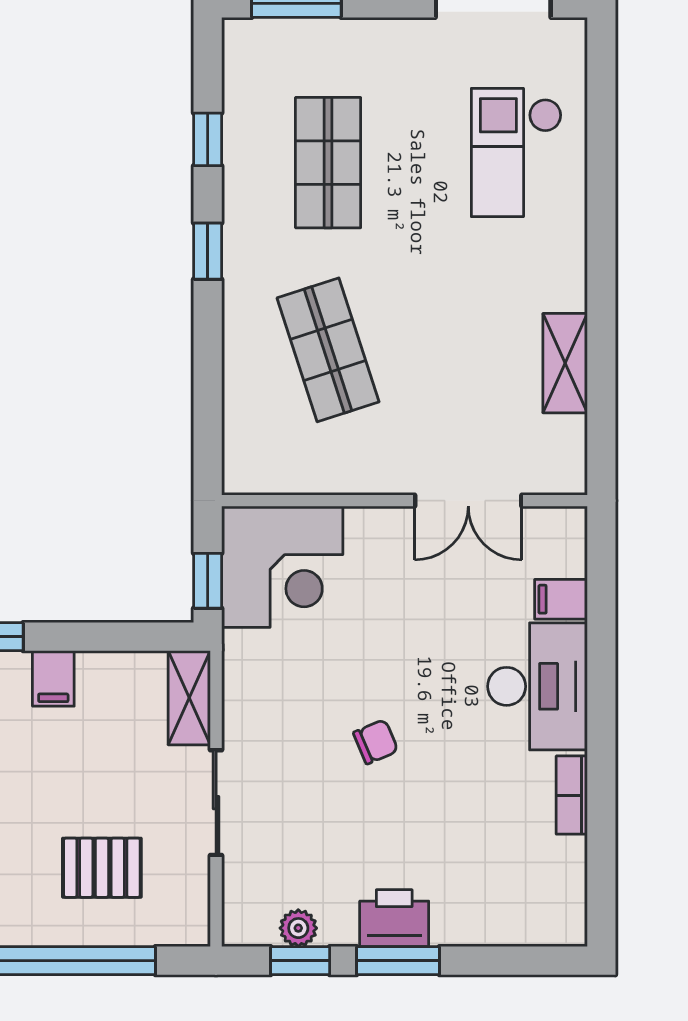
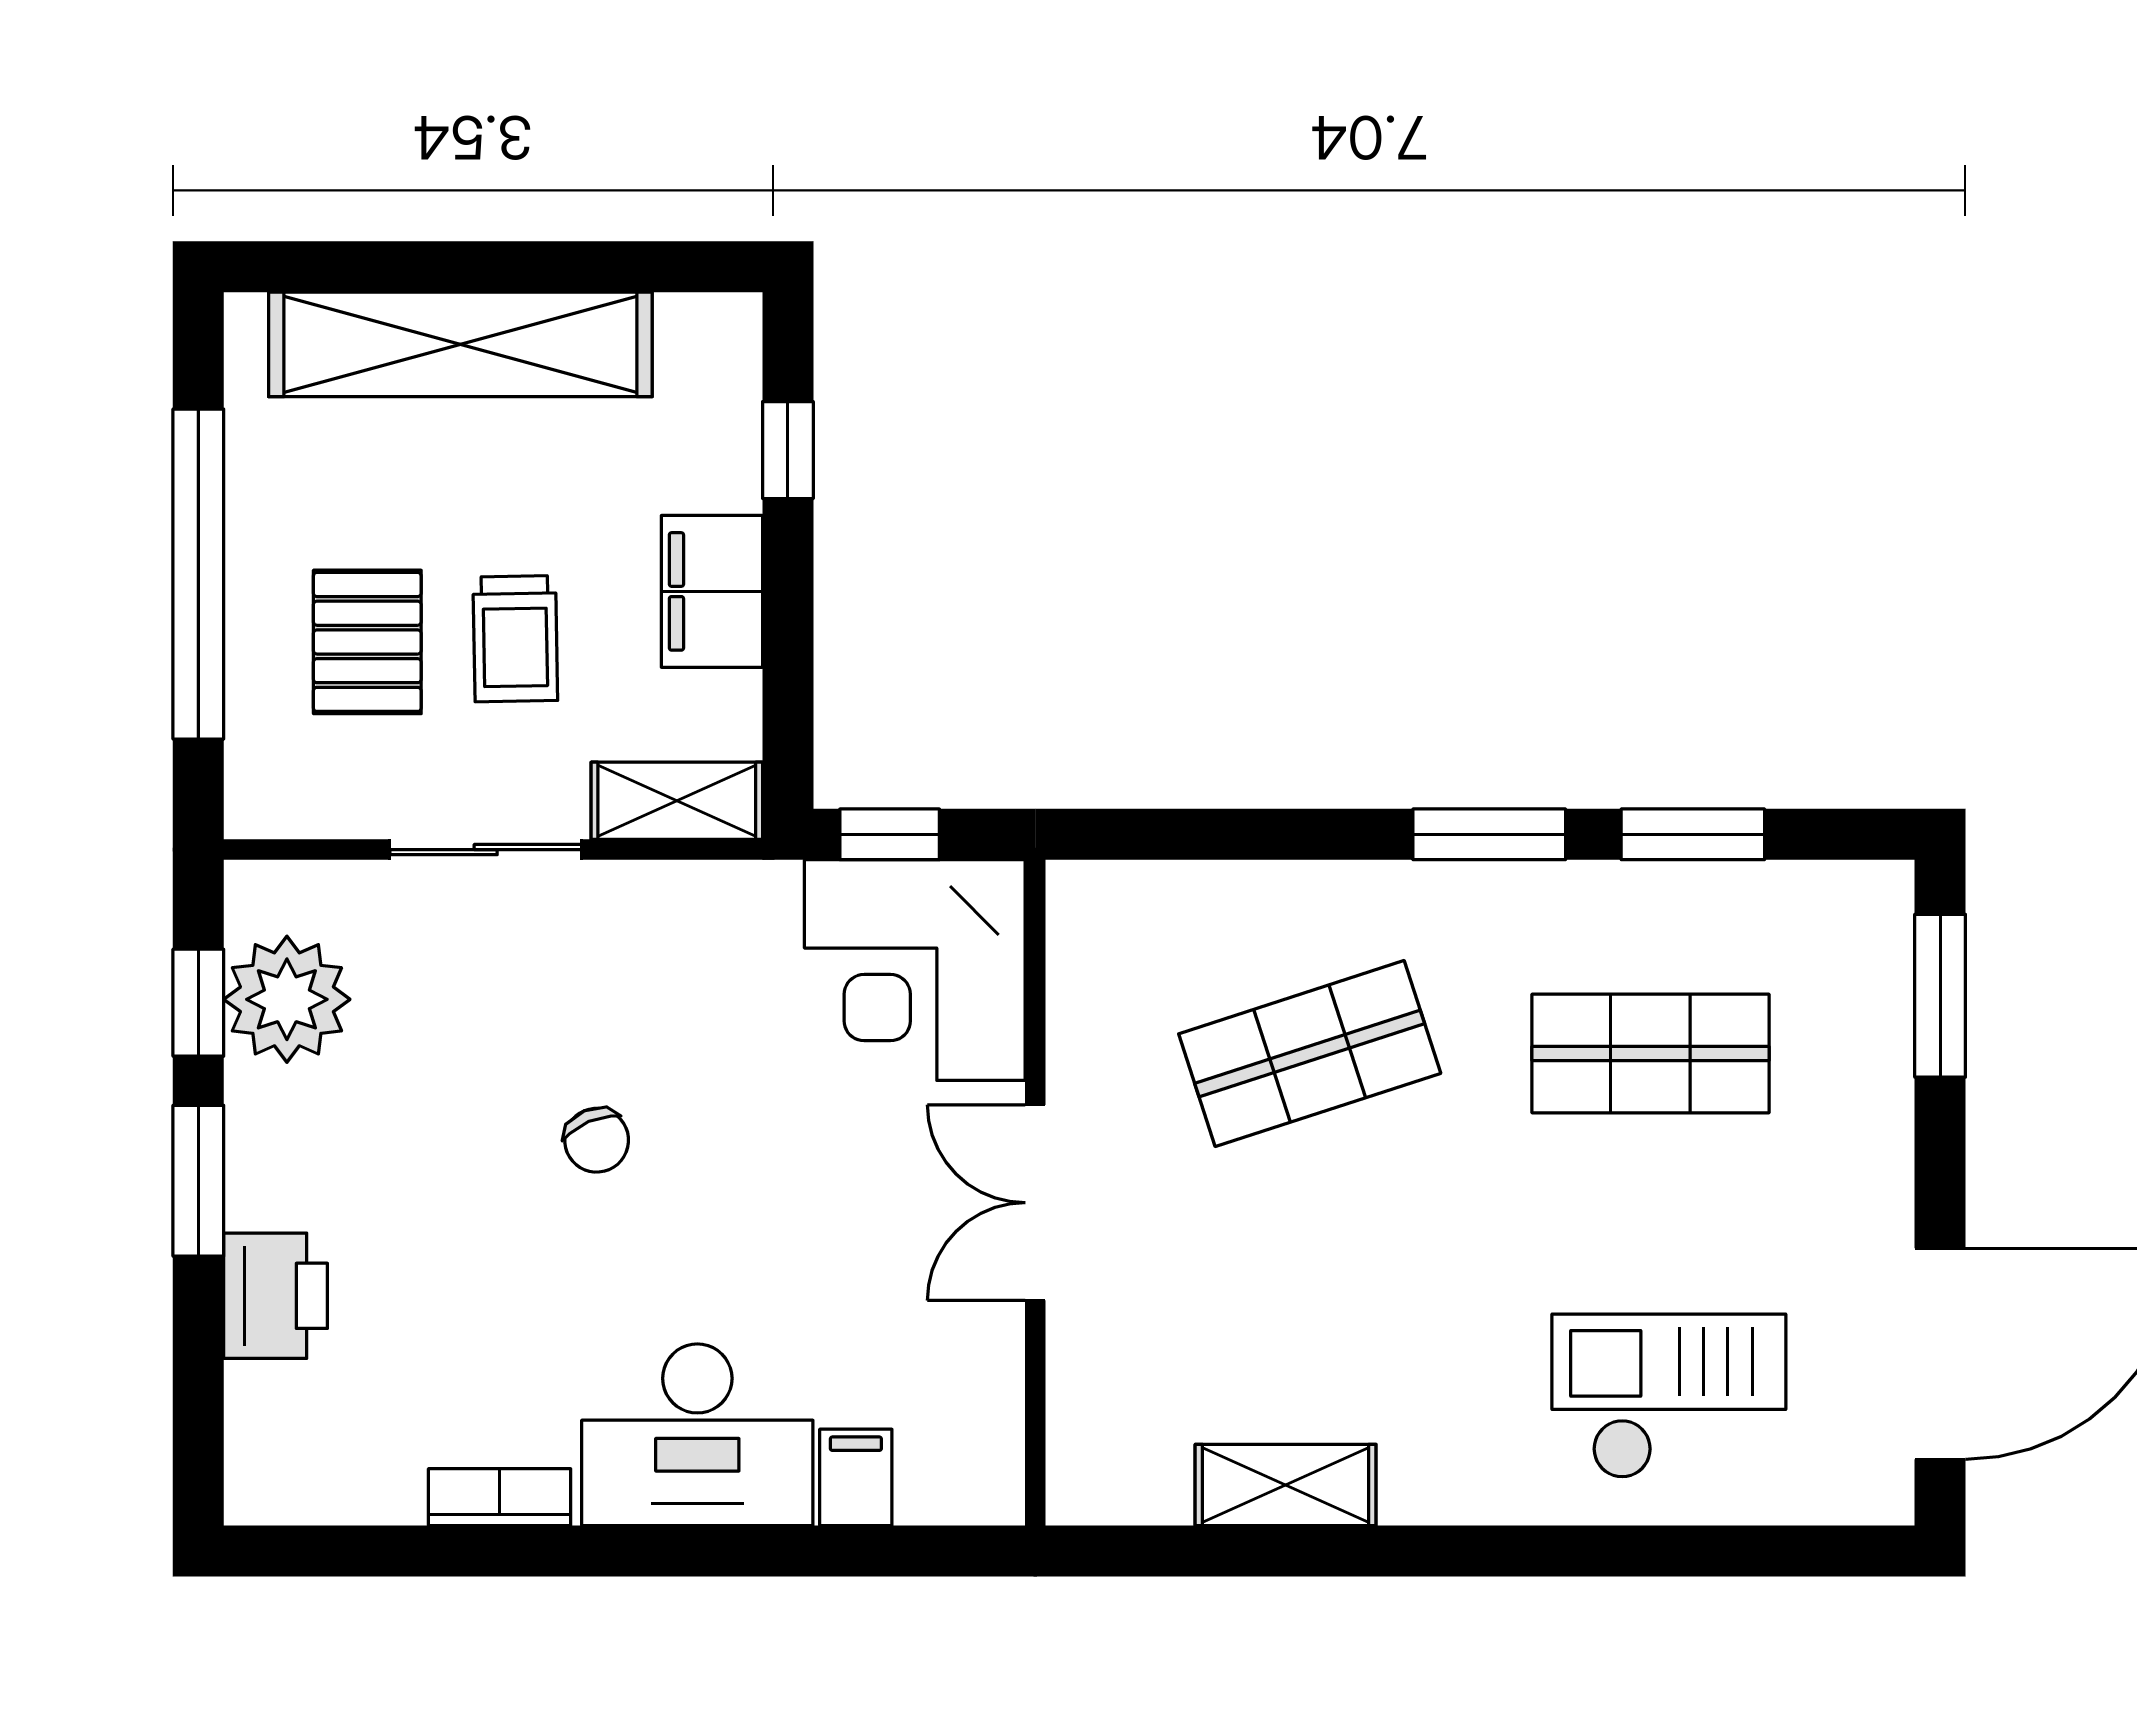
window: (208, 139) -> (1693, 834), width x1.50
window: (208, 251) -> (1489, 834), width x1.50
double door: (468, 501) -> (1035, 1203), moved
filing cabinet: (53, 678) -> (712, 591), width x2.00
trolley: (100, 786) -> (515, 639), added
printer: (394, 918) -> (276, 1296), moved
plant: (298, 928) -> (287, 999), width x1.88, depth x1.88

